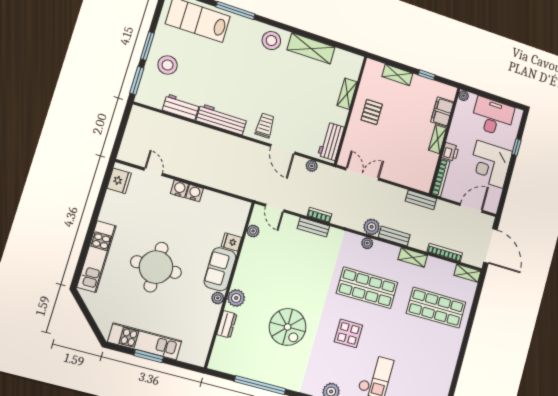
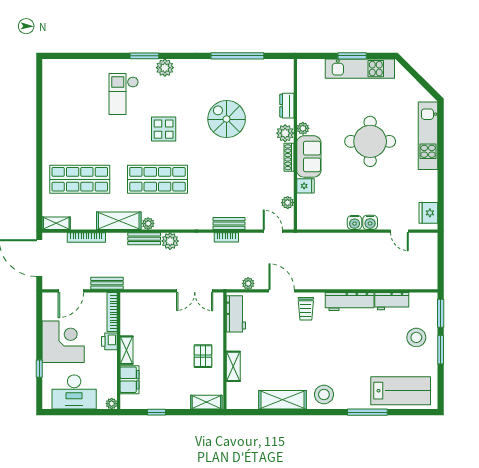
shelving: (397, 75) -> (206, 402), moved
bench: (421, 200) -> (107, 283), moved
plant: (367, 243) -> (148, 224), moved
shelving: (413, 257) -> (119, 221), width x1.50, depth x1.33
shoe rack: (239, 274) -> (289, 157), added

